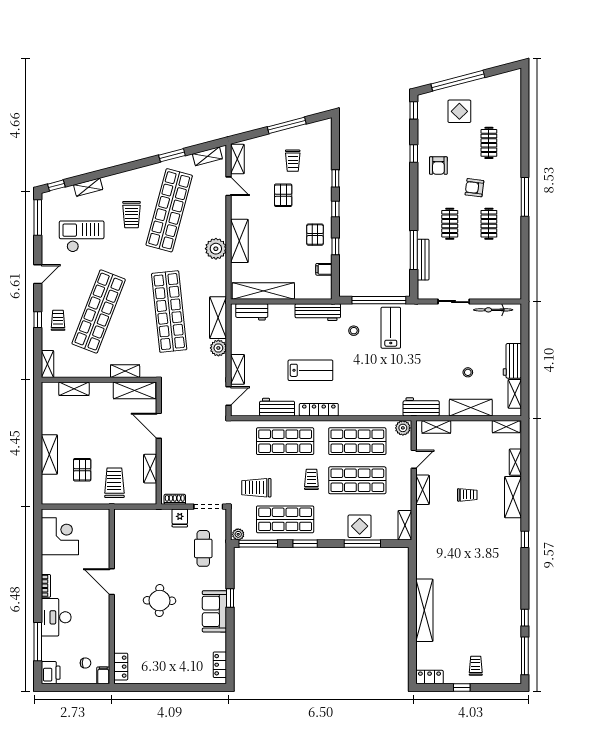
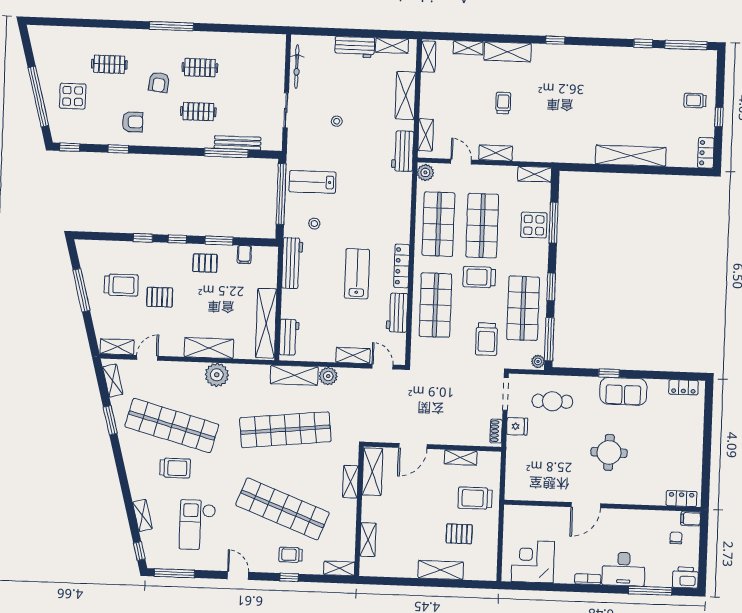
trolley: (293, 161) -> (121, 285), width x1.36, depth x1.39
window: (335, 246) -> (219, 241), width x1.50
stool: (468, 372) -> (337, 121), moved
trolley: (311, 479) -> (479, 277), width x1.36, depth x1.39

